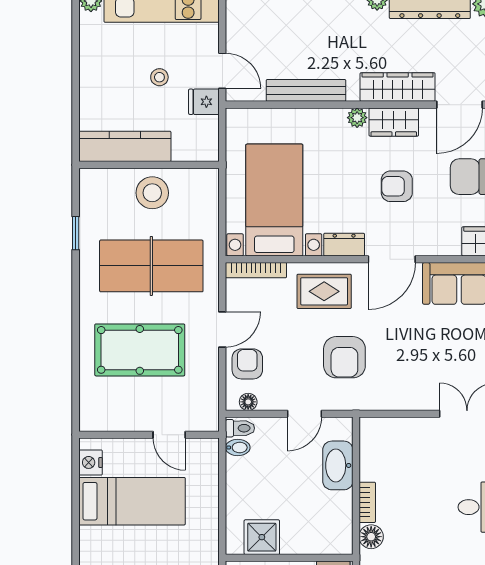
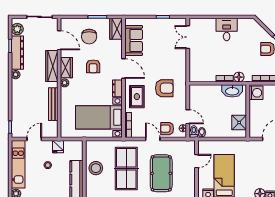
door: (222, 71) -> (34, 139), moved
door: (304, 414) -> (188, 117), moved
washbasin: (338, 465) -> (232, 91), moved

